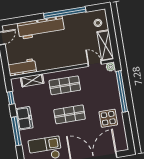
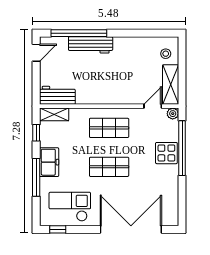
window: (65, 13) -> (79, 33), moved
workbench: (41, 28) -> (91, 45), width x0.73, depth x0.76
door: (95, 64) -> (153, 106), hinge flipped
shelving: (32, 80) -> (54, 114), moved
display table: (108, 118) -> (166, 153), moved

